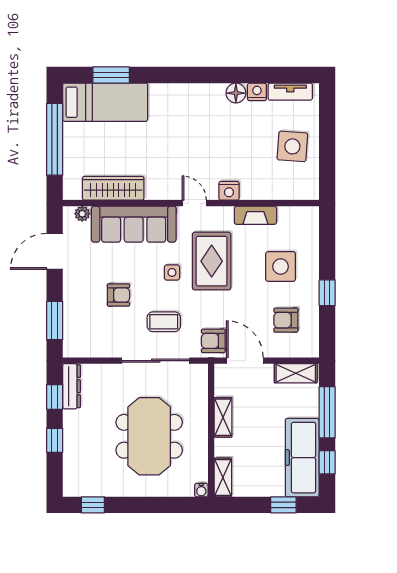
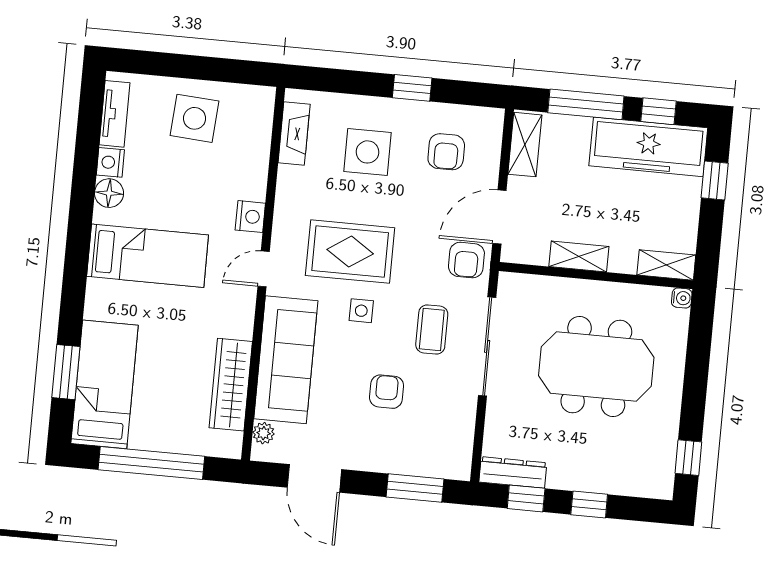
bed: (196, 123) -> (148, 256), added
fireplace: (255, 215) -> (294, 134), moved

